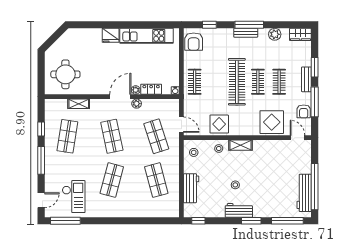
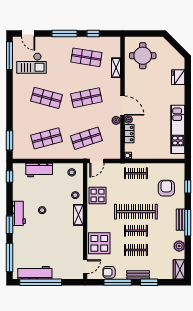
fridge: (111, 35) -> (178, 77), moved
armchair: (194, 42) -> (166, 188), moved, turned 90
window: (158, 221) -> (9, 140), added

